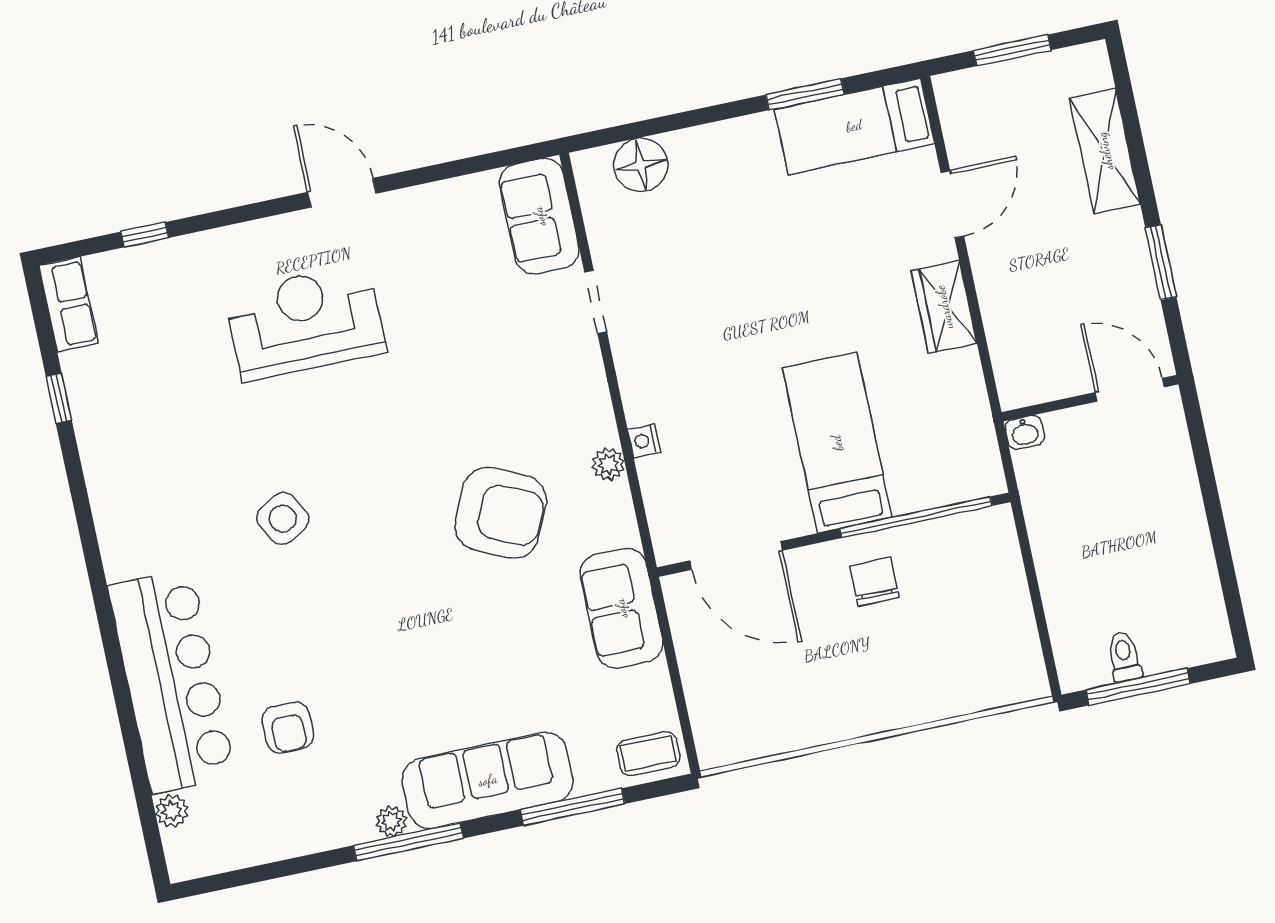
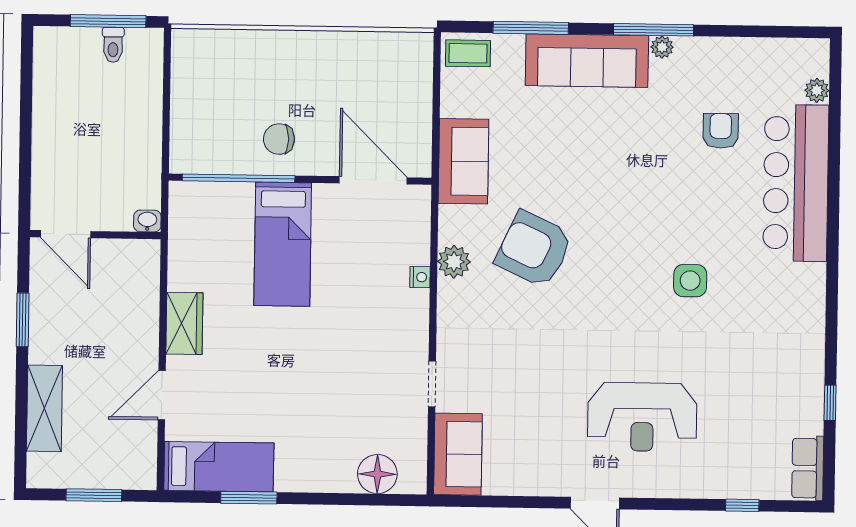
plant: (608, 464) -> (454, 262), width x1.38, depth x1.38
side table: (283, 519) -> (690, 281), turned 30
chair: (874, 582) -> (279, 139), turned 90

